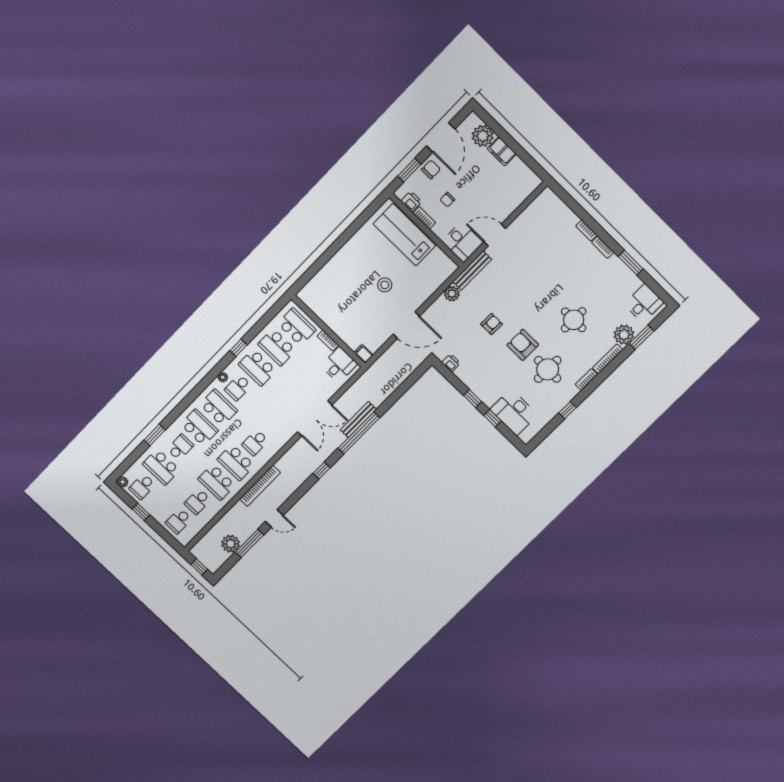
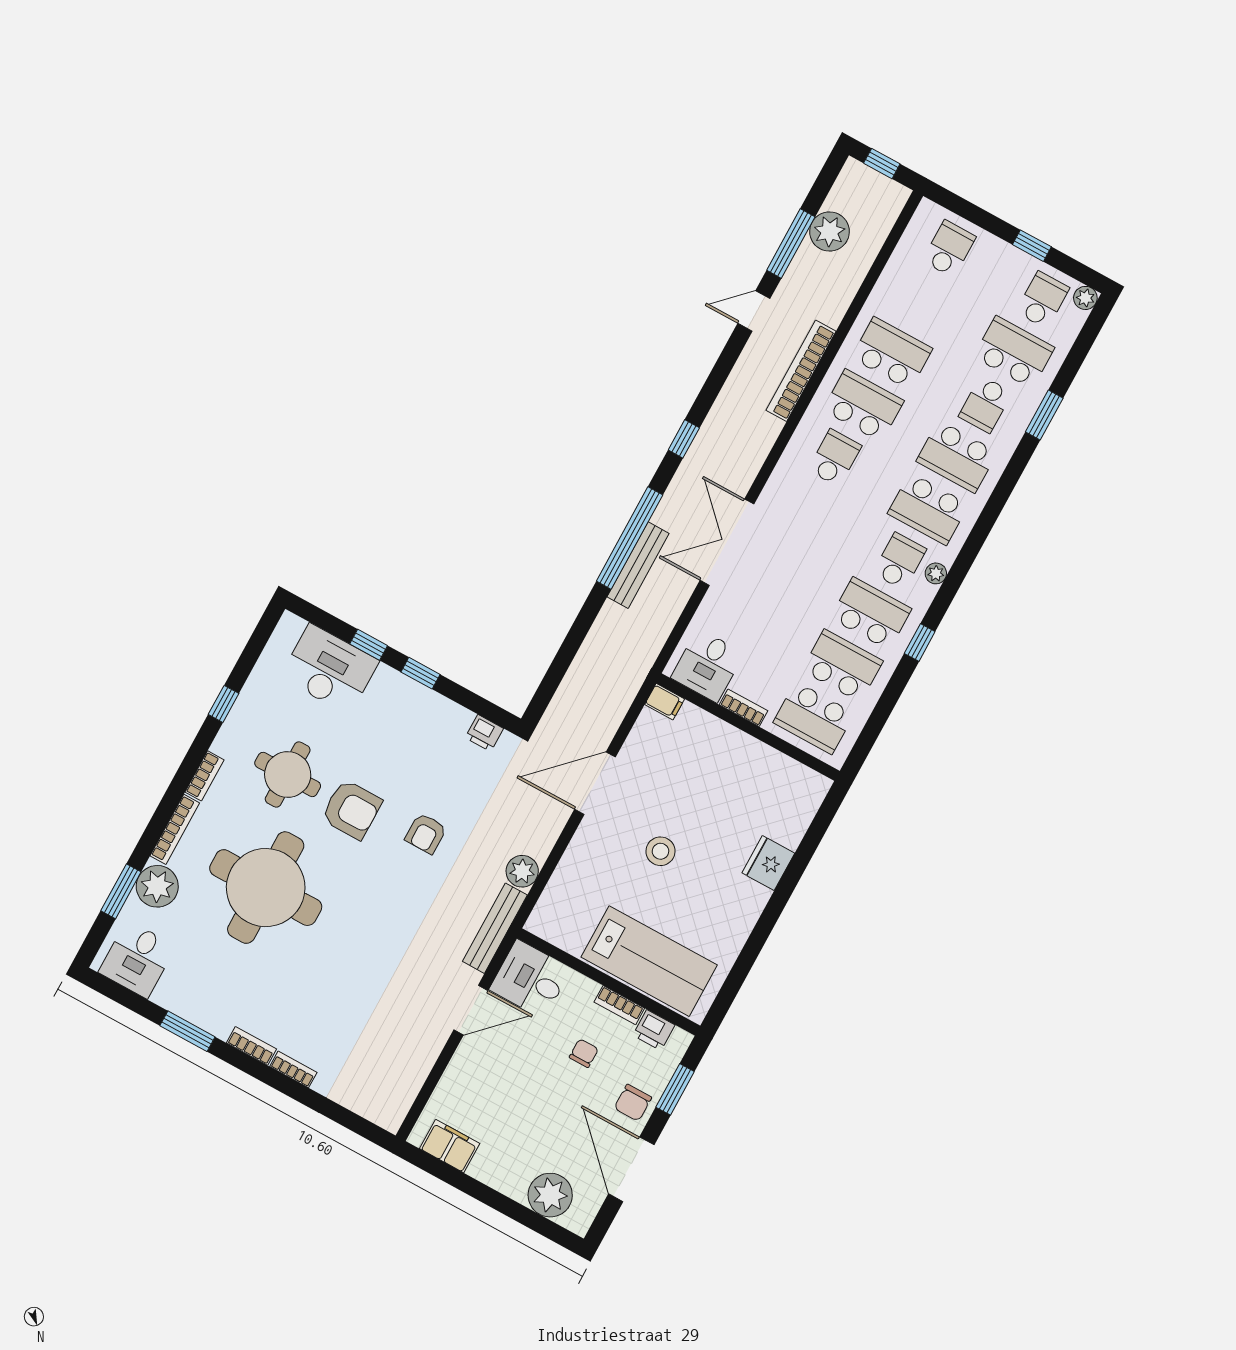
filing cabinet: (502, 151) -> (450, 1146), moved
fridge: (336, 265) -> (768, 863), added
round table: (574, 320) -> (266, 888), width x1.86, depth x1.86
school desk: (198, 502) -> (921, 301), removed

